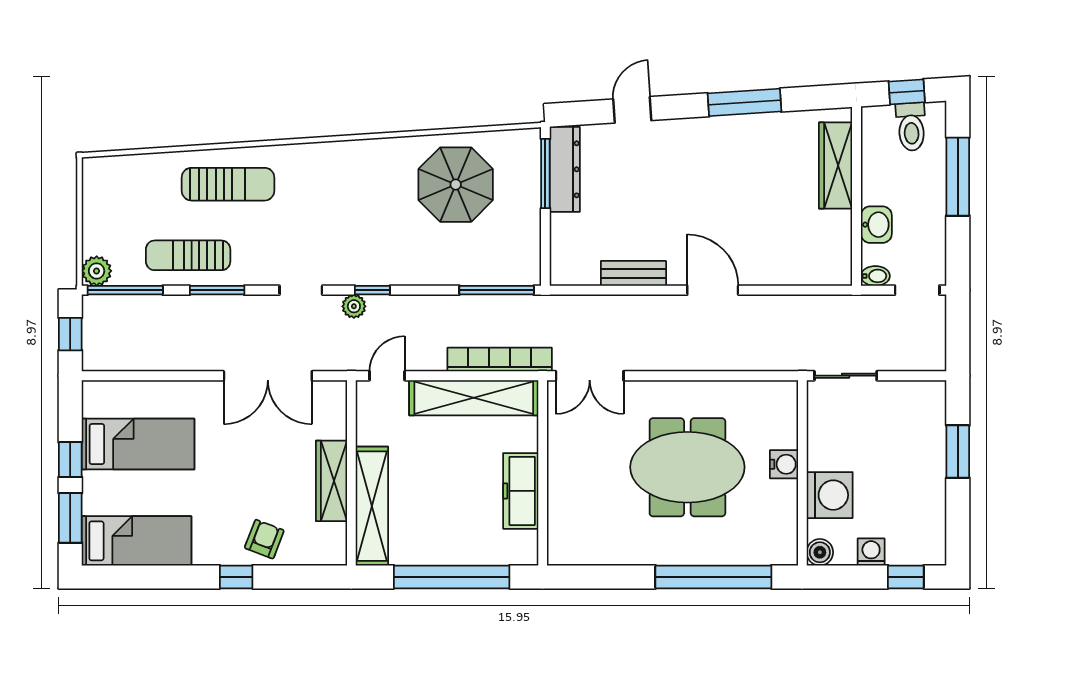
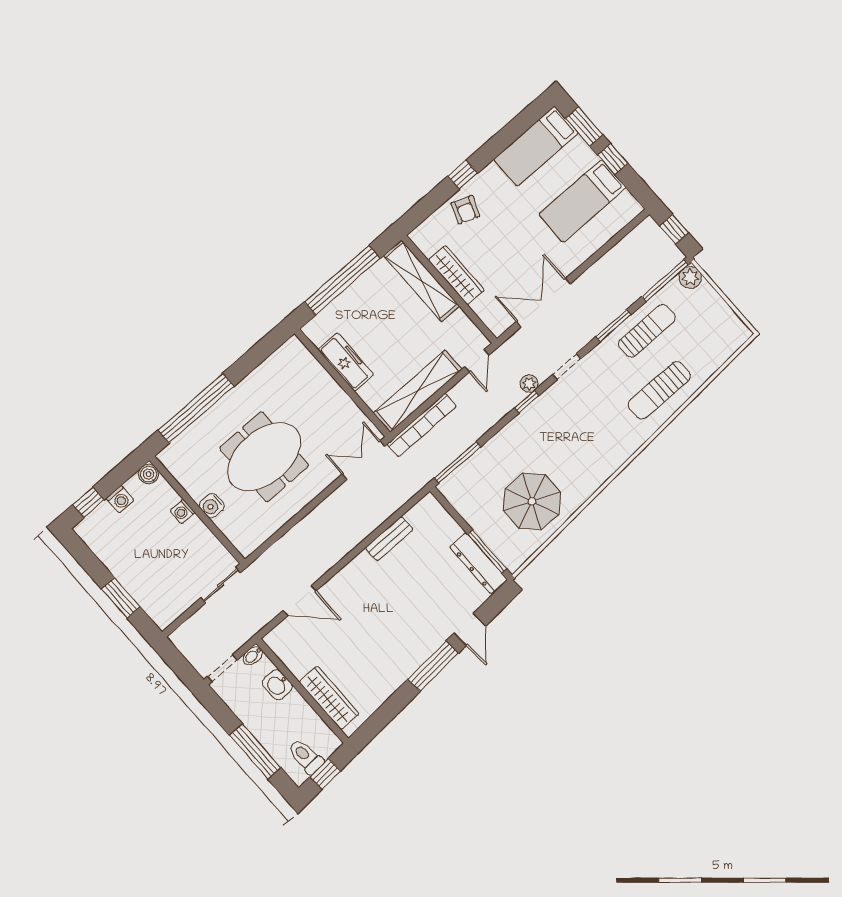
window: (744, 102) -> (433, 666), moved
door: (713, 290) -> (300, 601), moved
washing machine: (830, 495) -> (182, 512), width x0.53, depth x0.53

